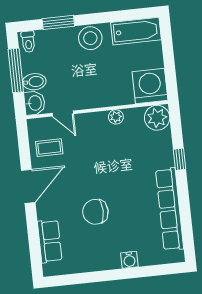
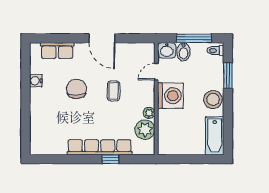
washing machine: (150, 86) -> (170, 96), moved
plant: (157, 118) -> (145, 130), moved
coffee table: (49, 148) -> (114, 91), moved
row of seats: (170, 209) -> (100, 147), moved
water cooler: (129, 260) -> (36, 81), moved

